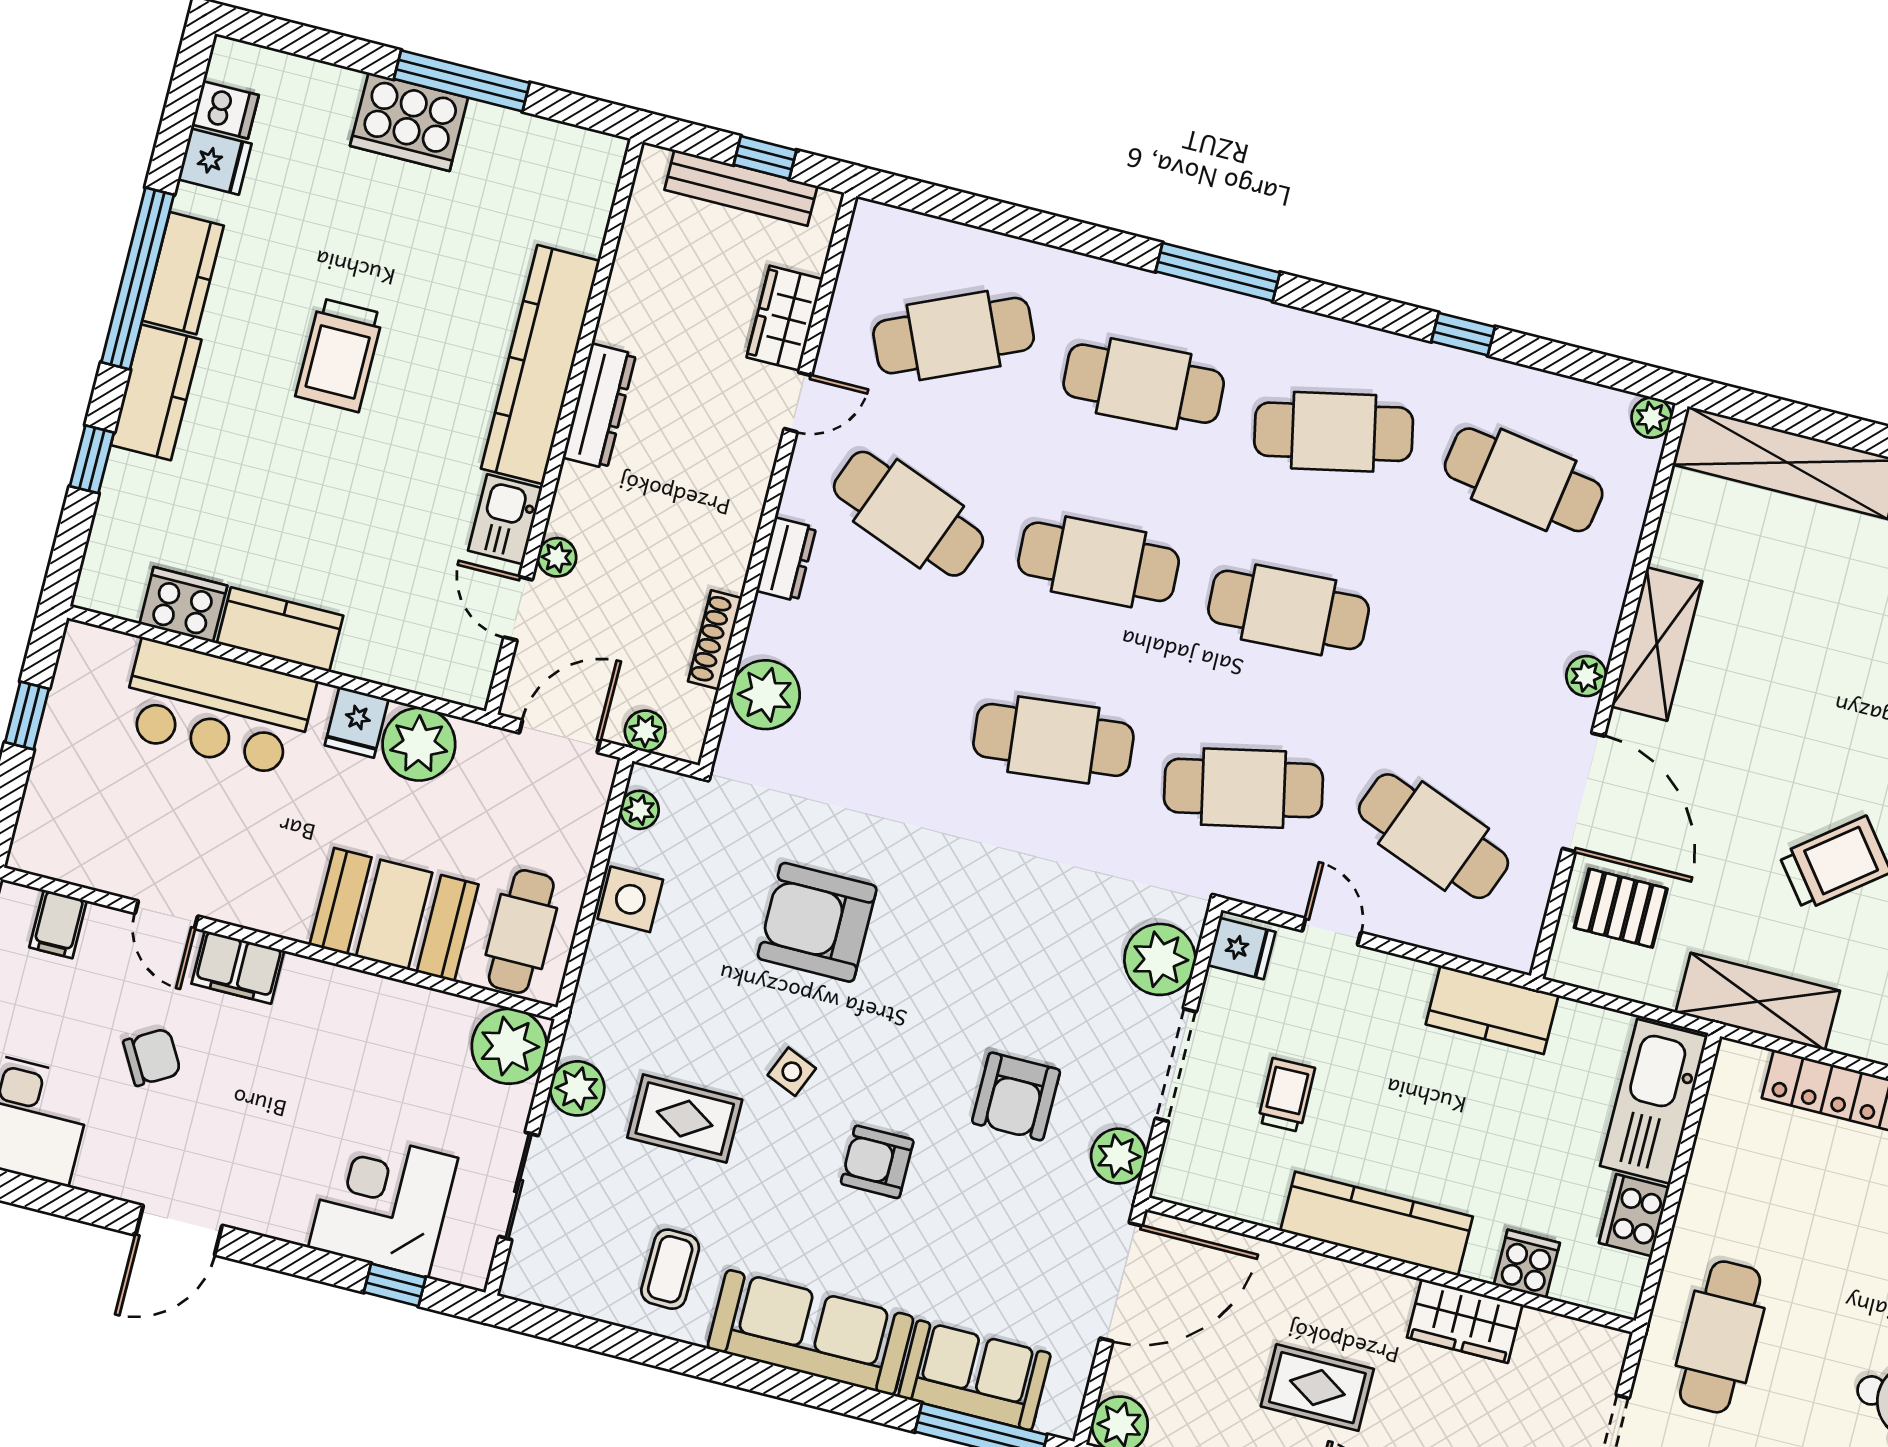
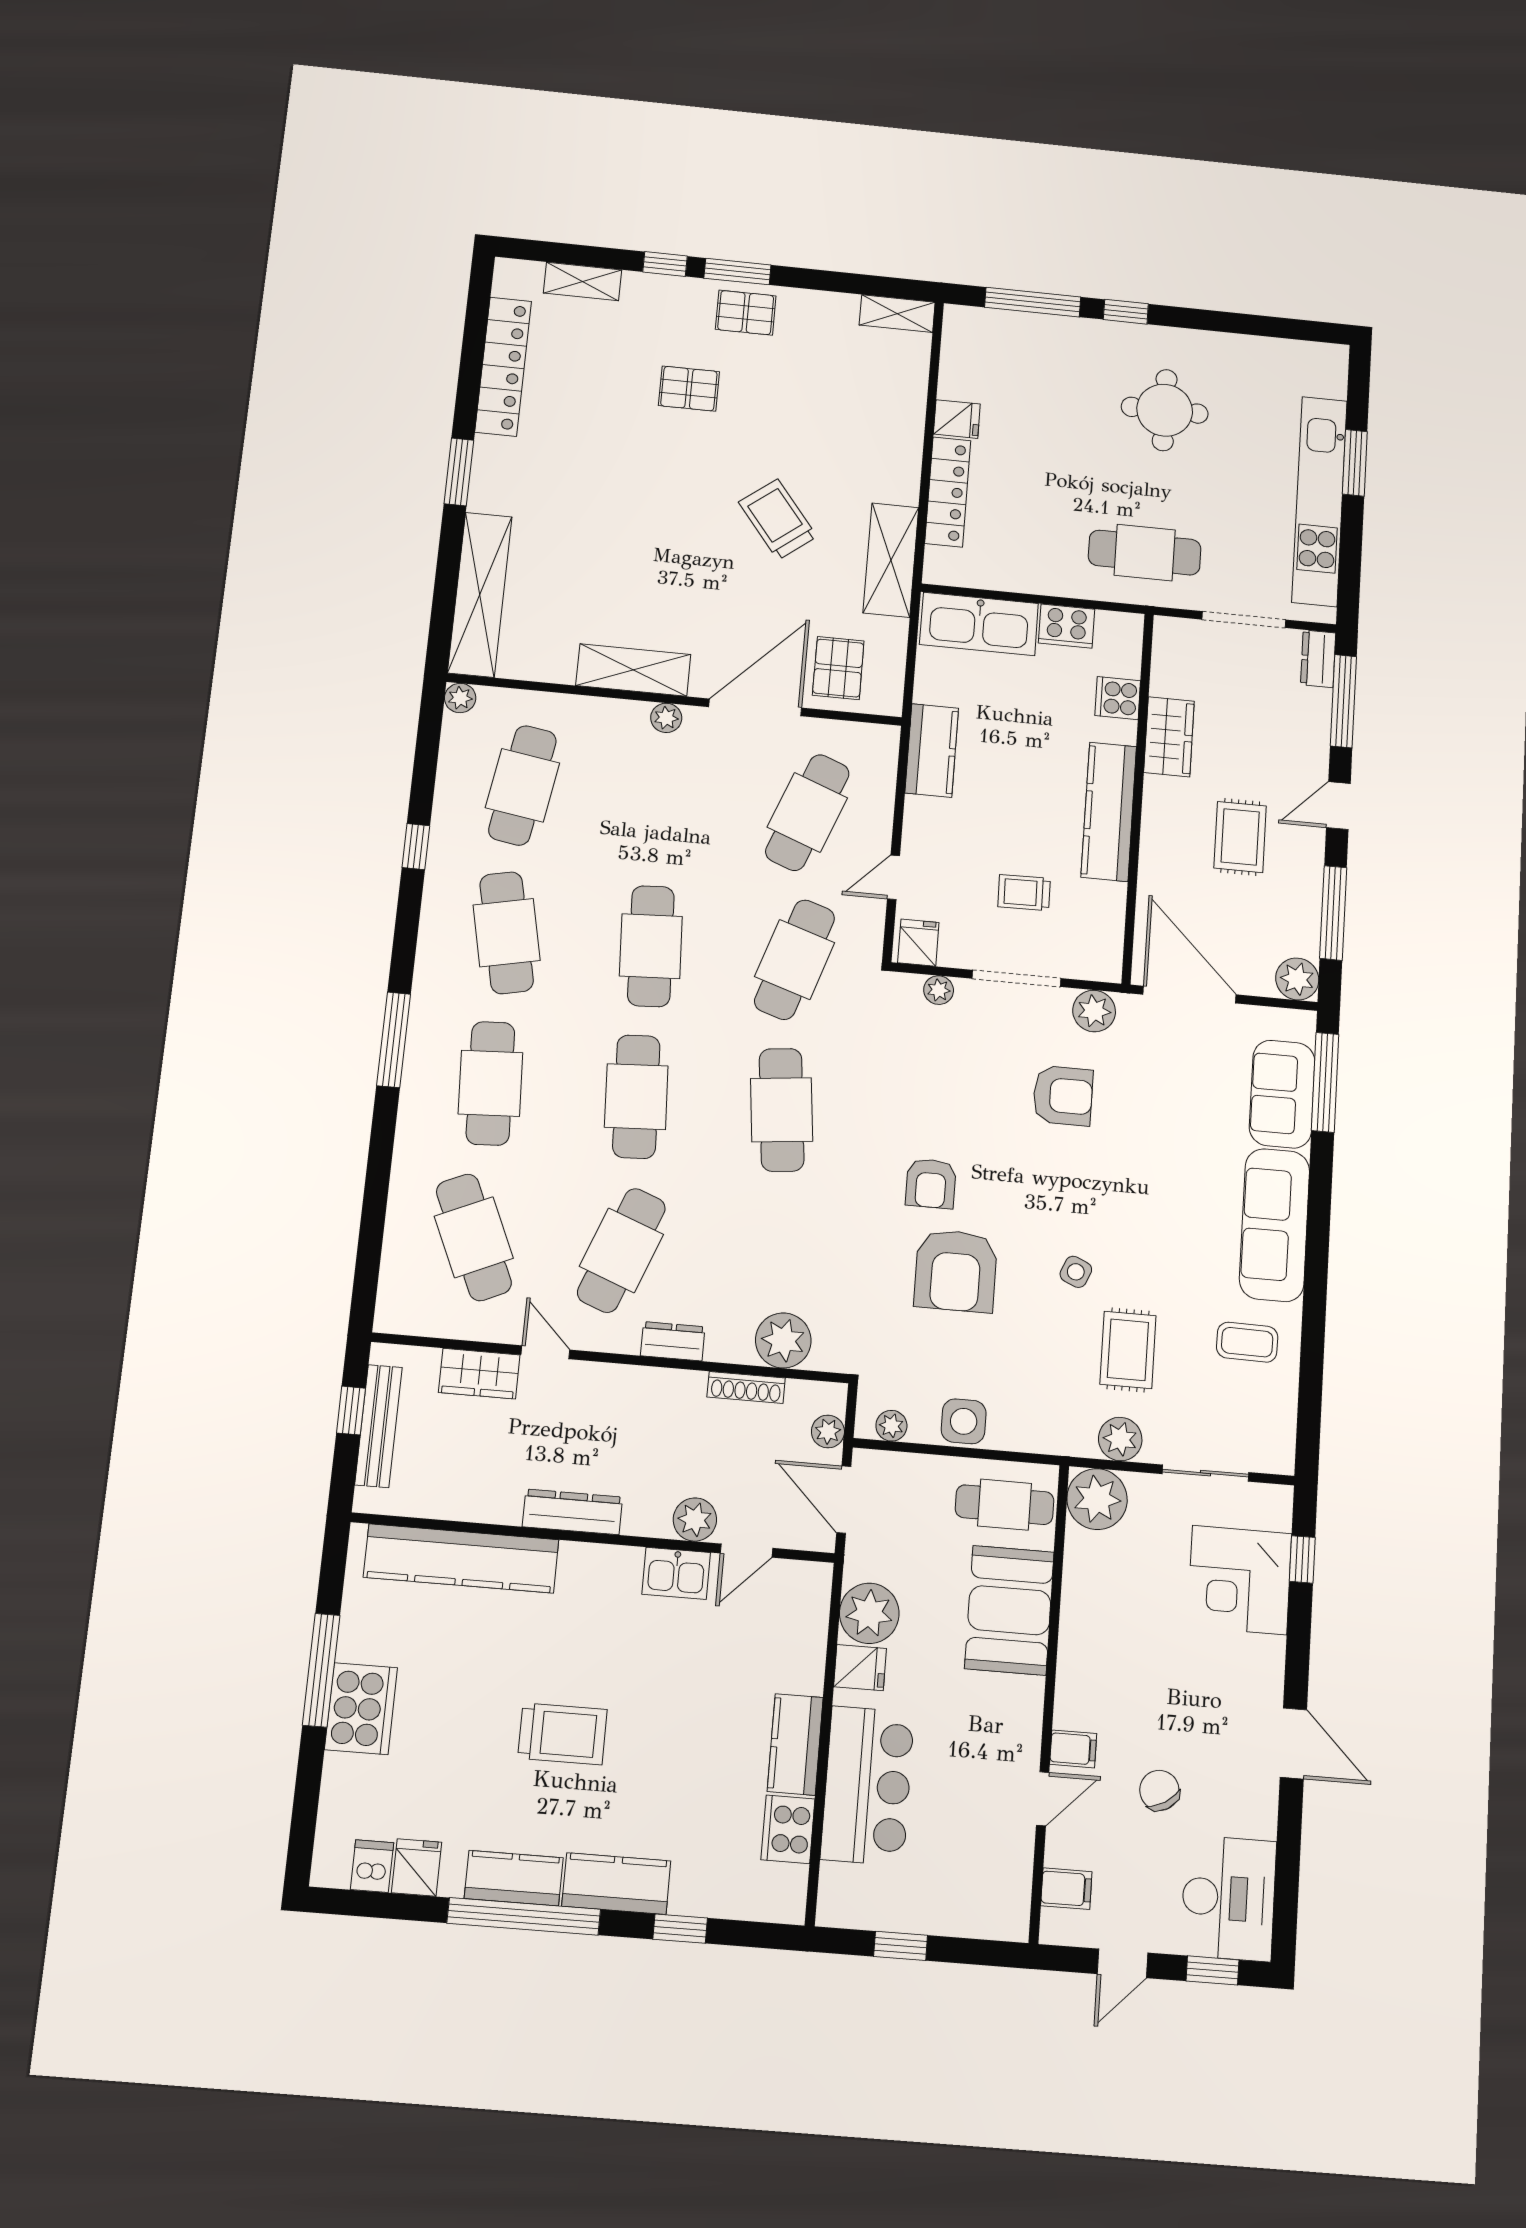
kitchen counter: (540, 365) -> (461, 1558), moved
plant: (557, 557) -> (695, 1520), width x1.38, depth x1.38
cafe table: (1243, 788) -> (795, 960), turned 30
plant: (1160, 959) -> (939, 990), width x0.53, depth x0.53
filing cabinet: (238, 967) -> (1073, 1749), width x0.50
armchair: (877, 1162) -> (931, 1184), moved

